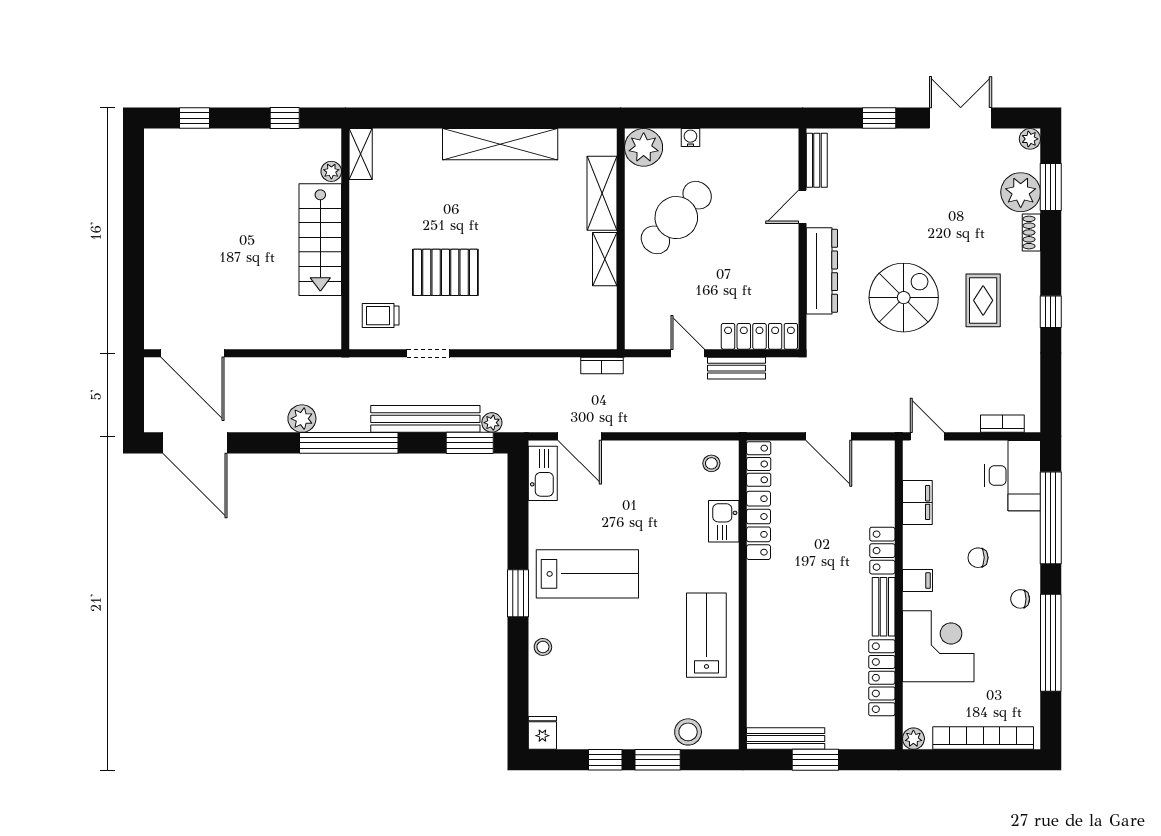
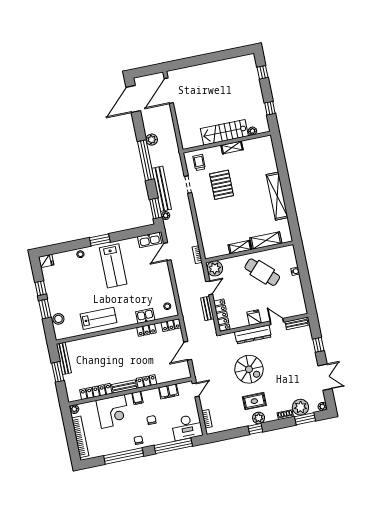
plant: (644, 147) -> (215, 268), moved
shelving: (361, 154) -> (232, 147), moved
fridge: (782, 260) -> (254, 318), added
plant: (1026, 299) -> (259, 418), added
locker: (759, 525) -> (146, 330), width x0.66

